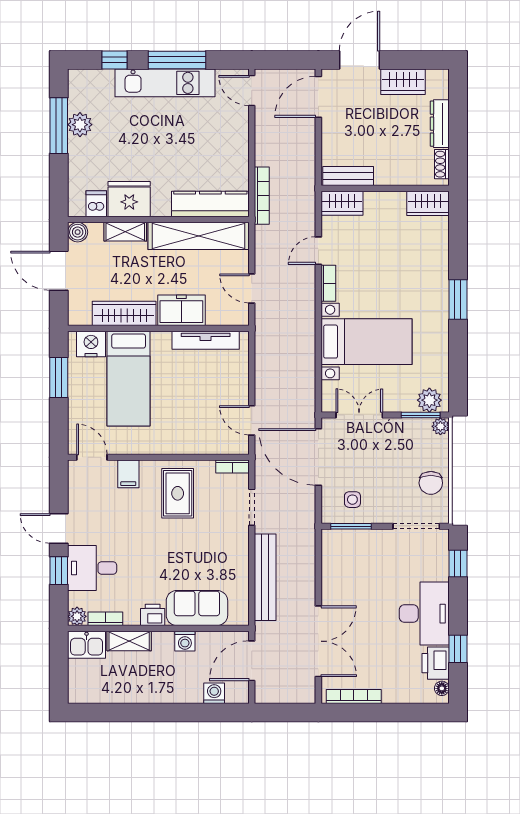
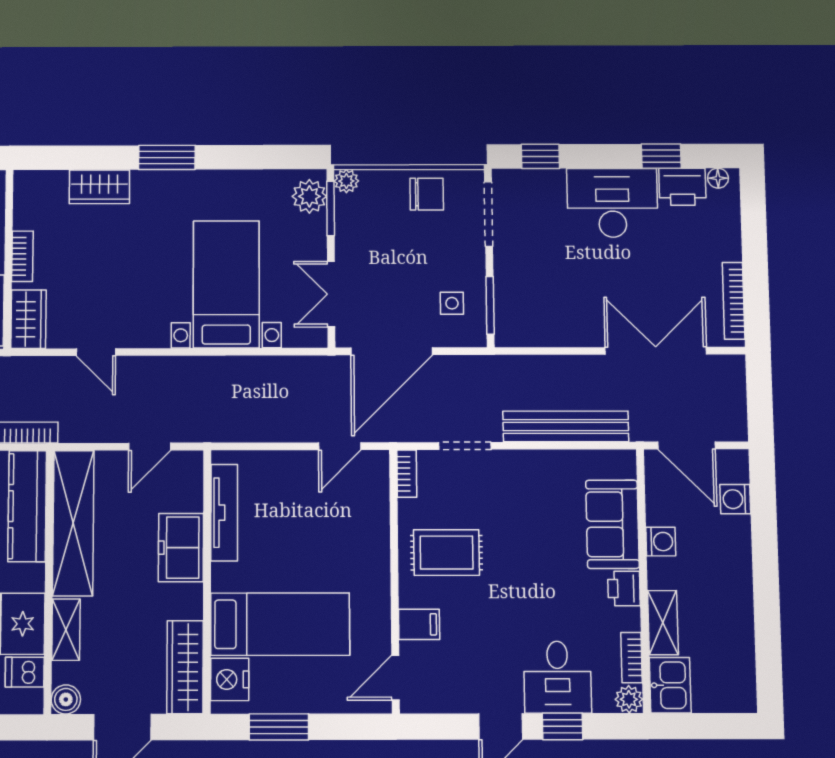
wardrobe: (428, 203) -> (99, 187), moved, turned 90
bookcase: (328, 283) -> (22, 256), moved, turned 90
wardrobe: (124, 313) -> (185, 667), moved

